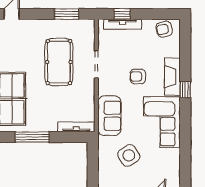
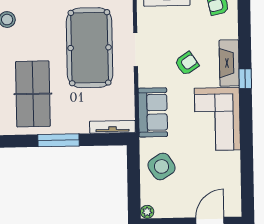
pool table: (59, 62) -> (90, 48), width x1.36, depth x1.32
armchair: (138, 76) -> (187, 64), turned 146
side table: (129, 155) -> (162, 166), moved

